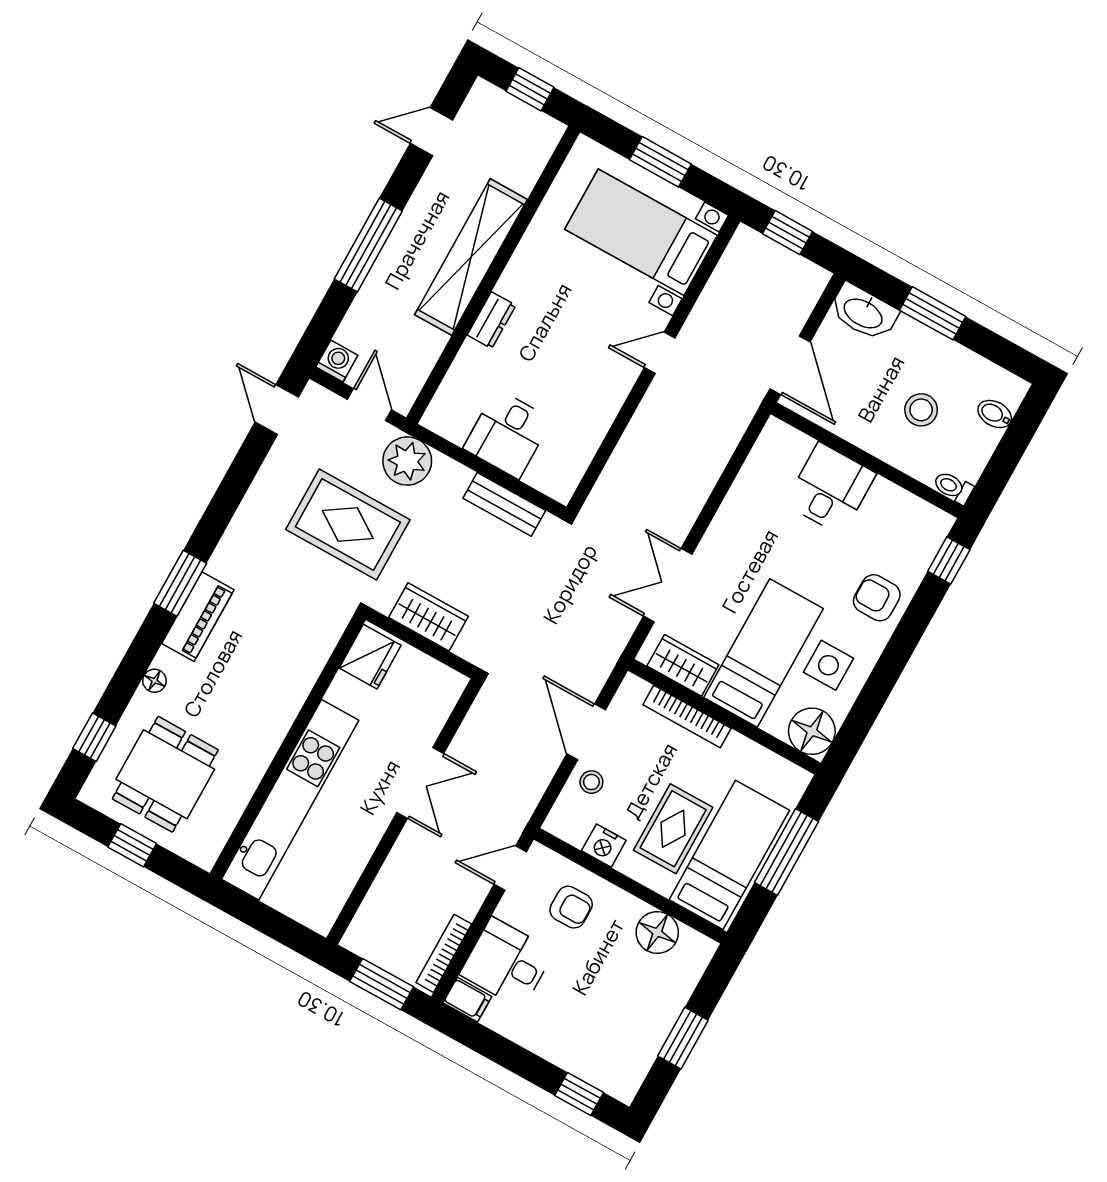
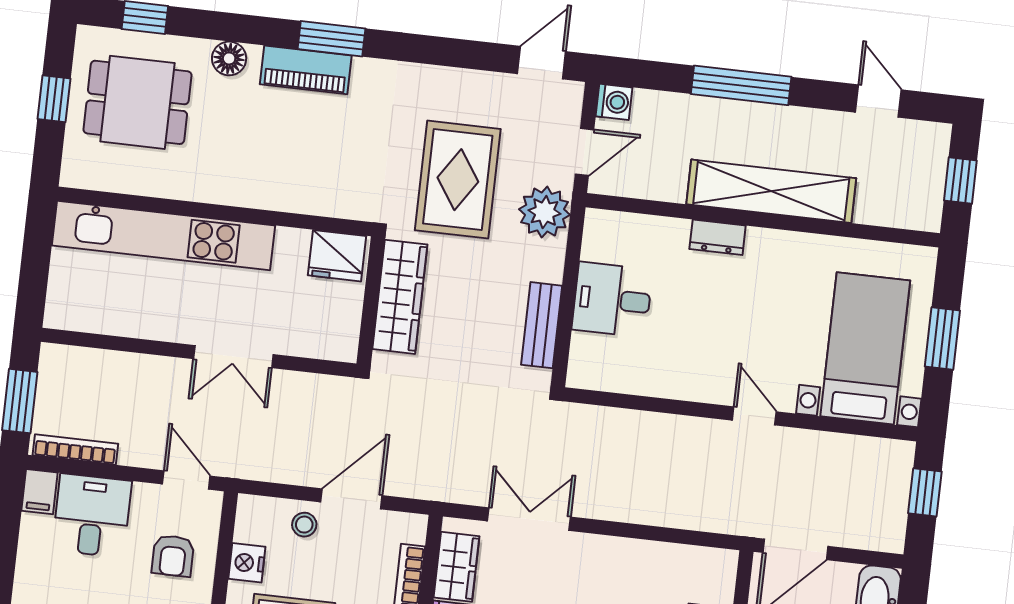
wardrobe: (428, 617) -> (400, 297), width x1.50
floor lamp: (154, 681) -> (229, 58), width x1.37, depth x1.37

